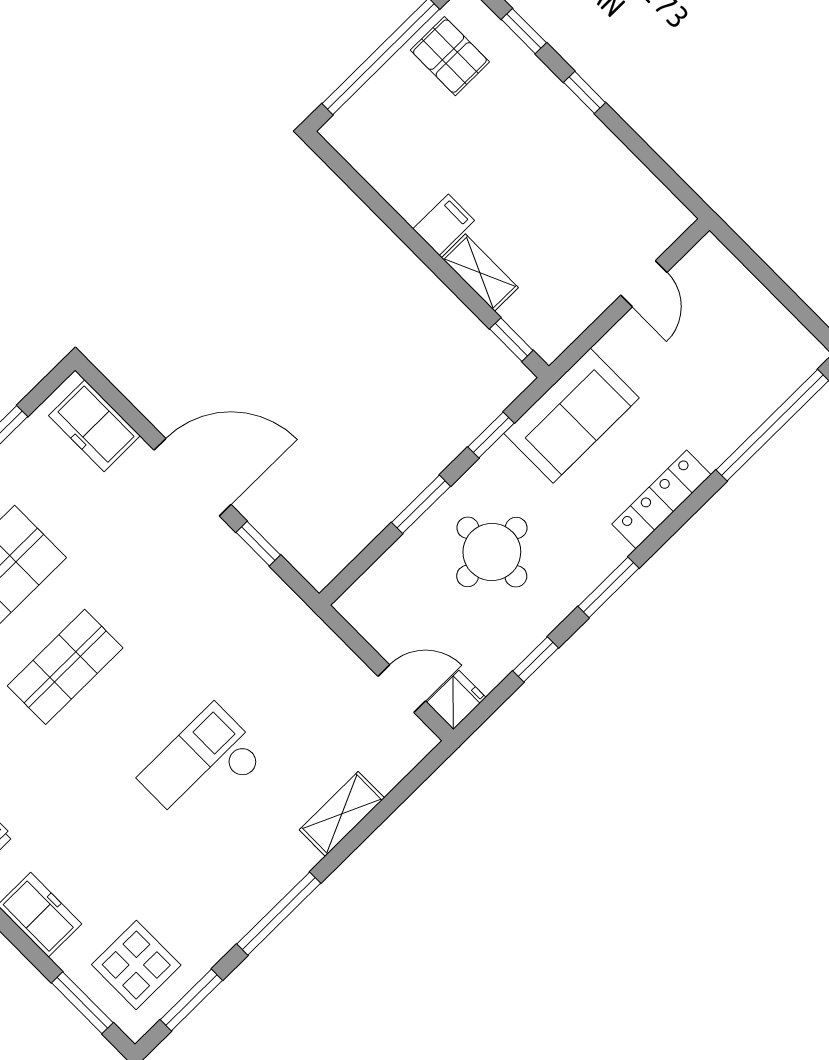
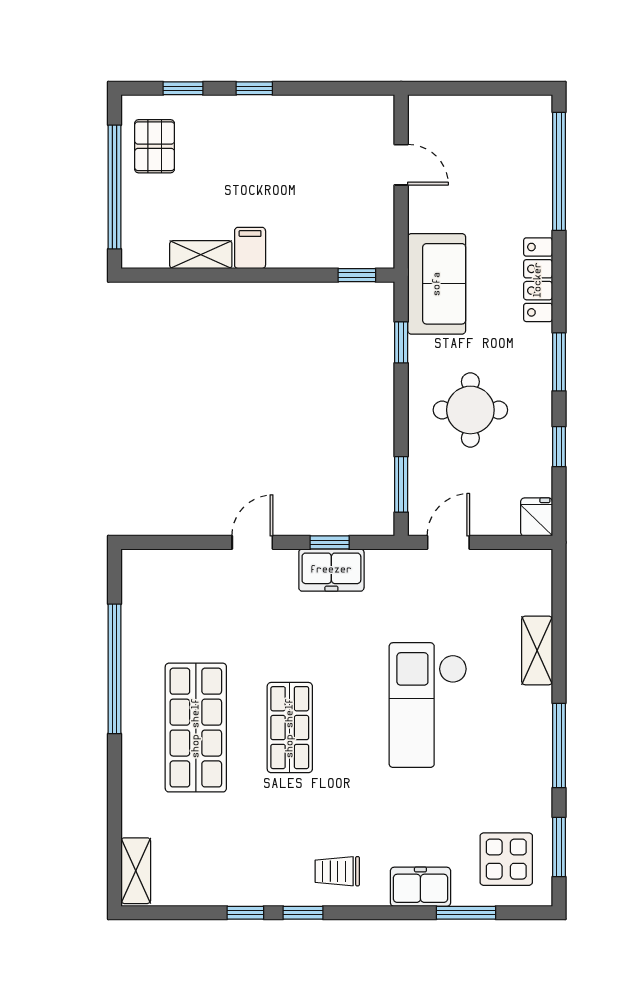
pallet: (450, 56) -> (155, 146), turned 90
shelving: (480, 273) -> (201, 255), moved
freezer: (94, 426) -> (331, 570), moved
door: (193, 477) -> (252, 542), width x0.53
window: (421, 504) -> (401, 484), moved
door: (402, 689) -> (448, 542), moved
checkout: (202, 767) -> (428, 705), width x1.36, depth x1.21
window: (82, 1003) -> (466, 913), moved

